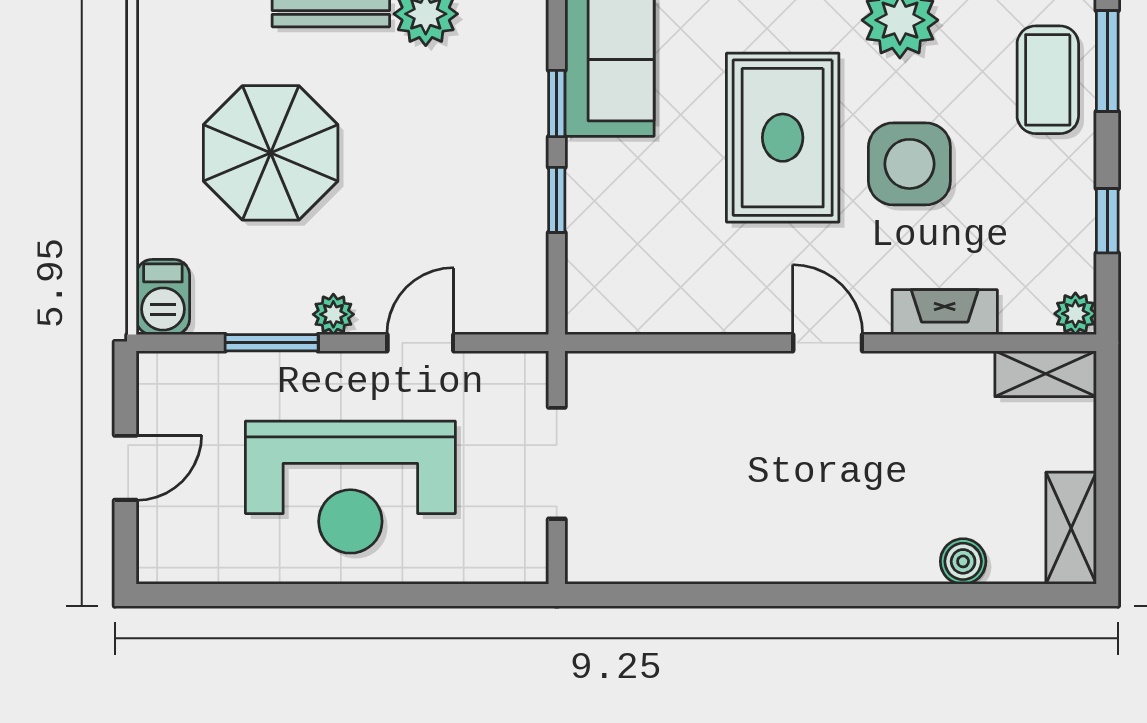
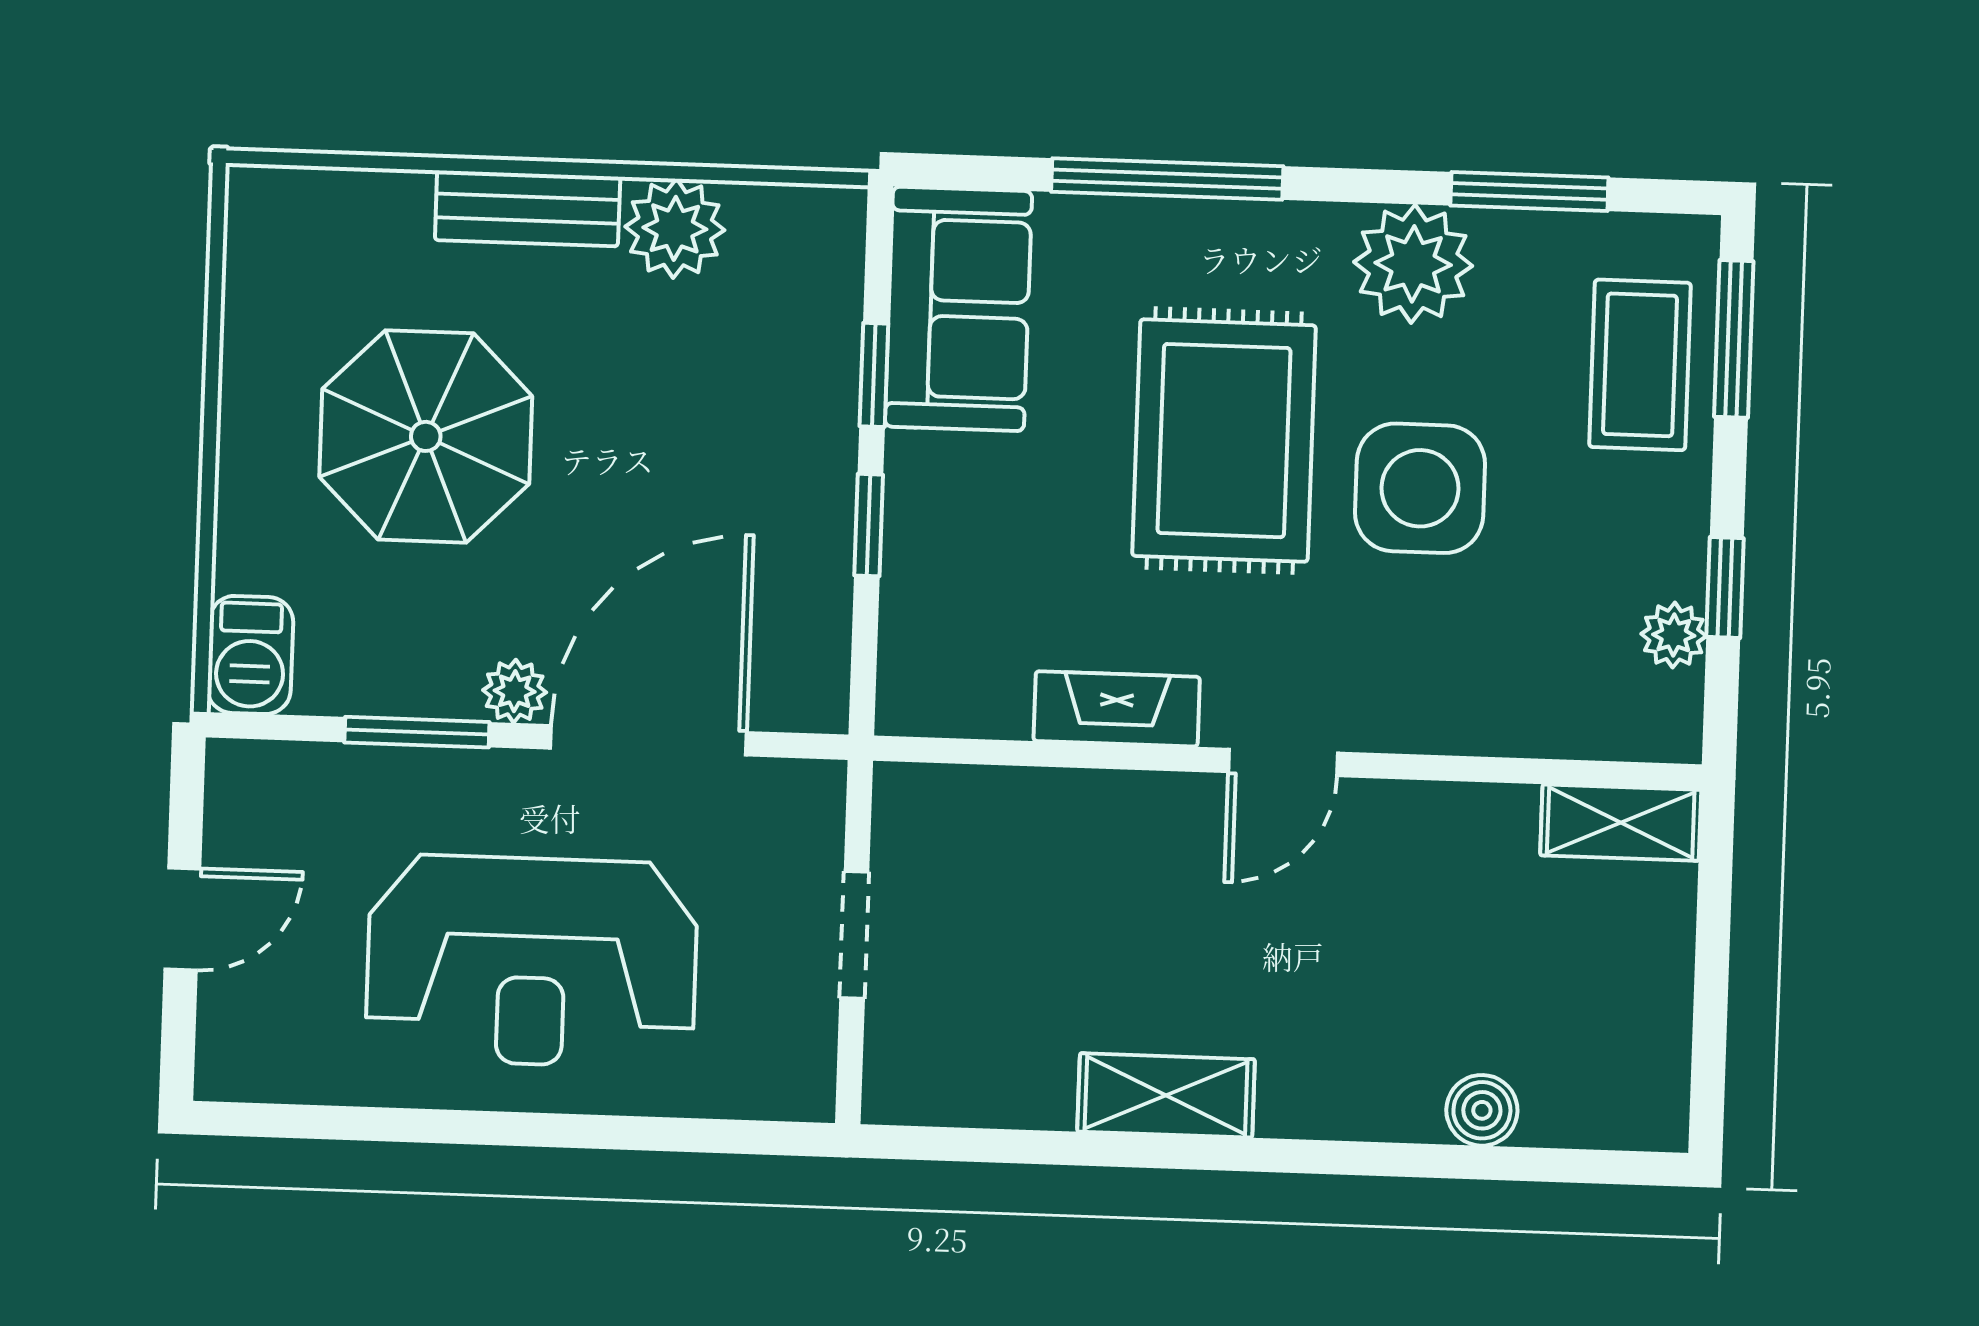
fireplace: (945, 312) -> (1117, 709), moved
plant: (1075, 314) -> (1674, 635), moved
door: (420, 343) -> (649, 740), width x1.88
door: (828, 343) -> (1283, 762), swing flipped
doorway: (557, 463) -> (854, 935), width x0.73
shelving: (1071, 528) -> (1166, 1095), moved, turned 90

